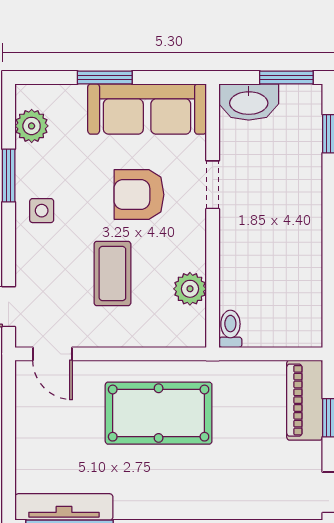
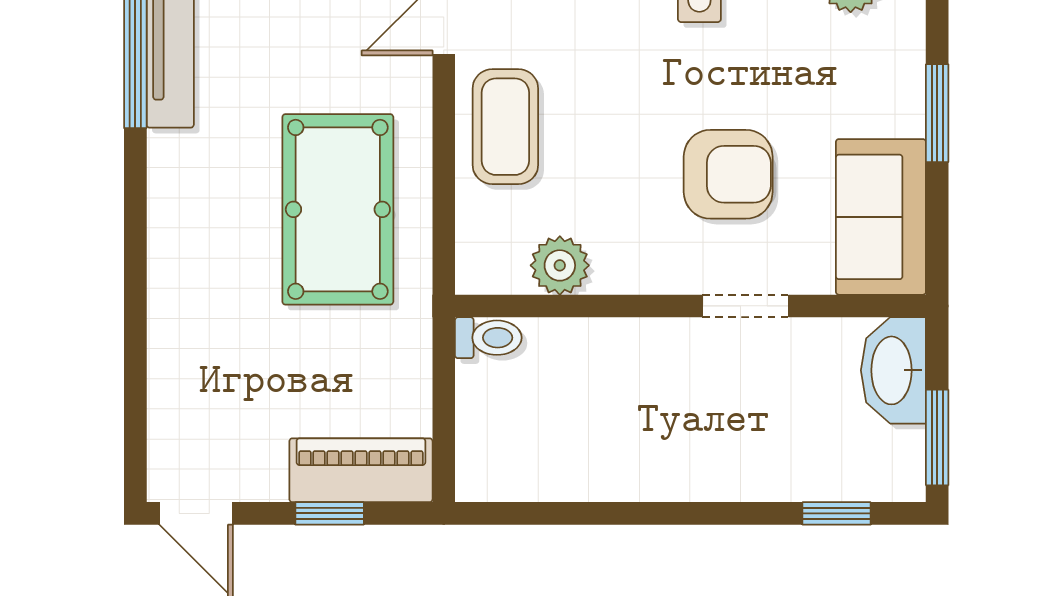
sofa: (147, 109) -> (881, 217), width x0.73
armchair: (139, 195) -> (728, 174), turned 90
coffee table: (112, 274) -> (505, 127), moved, turned 90

